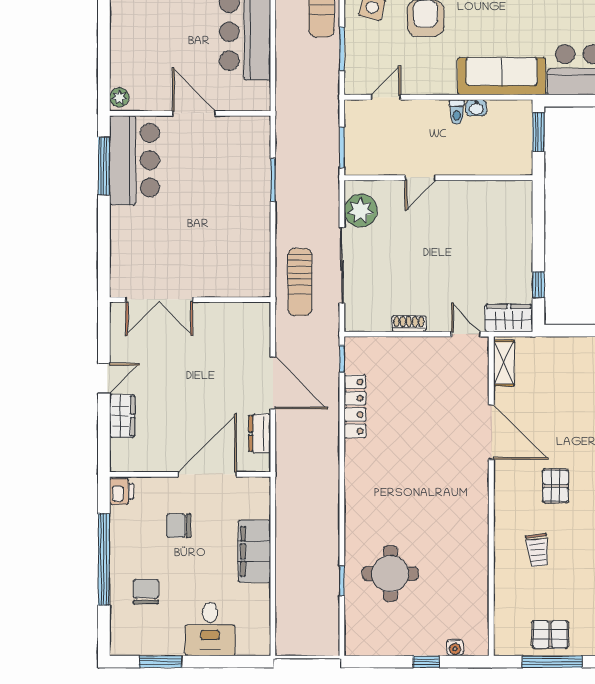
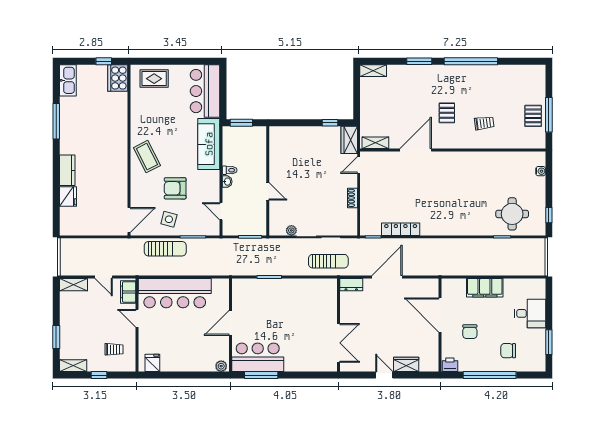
washbasin: (476, 108) -> (227, 182), moved
plant: (361, 211) -> (291, 230), width x0.53, depth x0.53
dresser: (260, 433) -> (351, 285), moved
pallet: (555, 486) -> (447, 113), turned 90
round table: (390, 574) -> (512, 214), moved
window: (426, 662) -> (549, 215), moved

